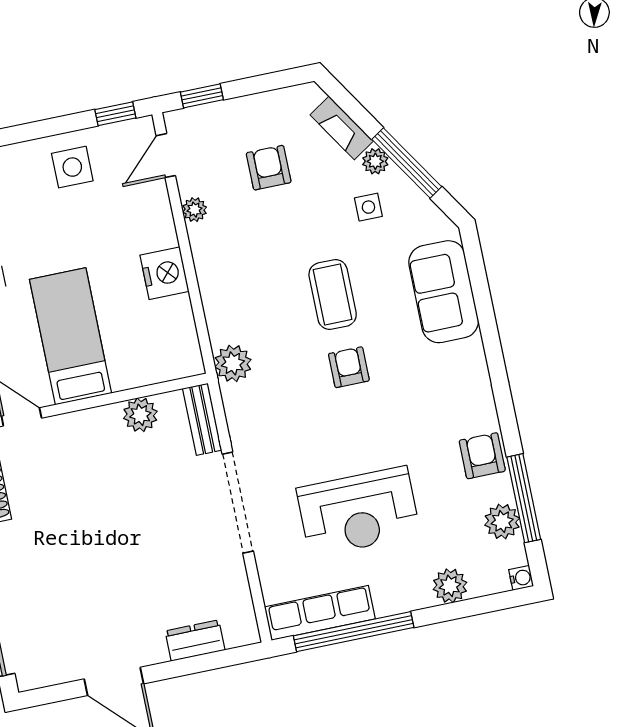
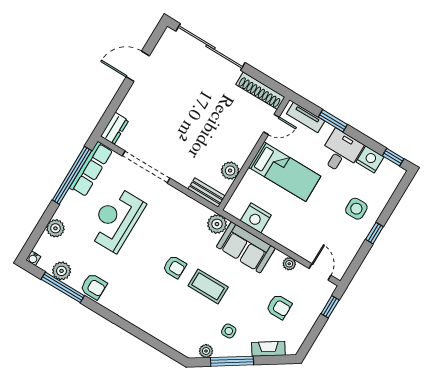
window: (115, 114) -> (374, 233), moved
plant: (375, 161) -> (206, 351), moved
side table: (72, 167) -> (356, 209), moved
nightstand: (164, 273) -> (256, 218), moved
sofa: (444, 292) -> (246, 247), moved, turned 180
doorway: (238, 503) -> (146, 167), moved
dresser: (195, 640) -> (115, 128), moved

